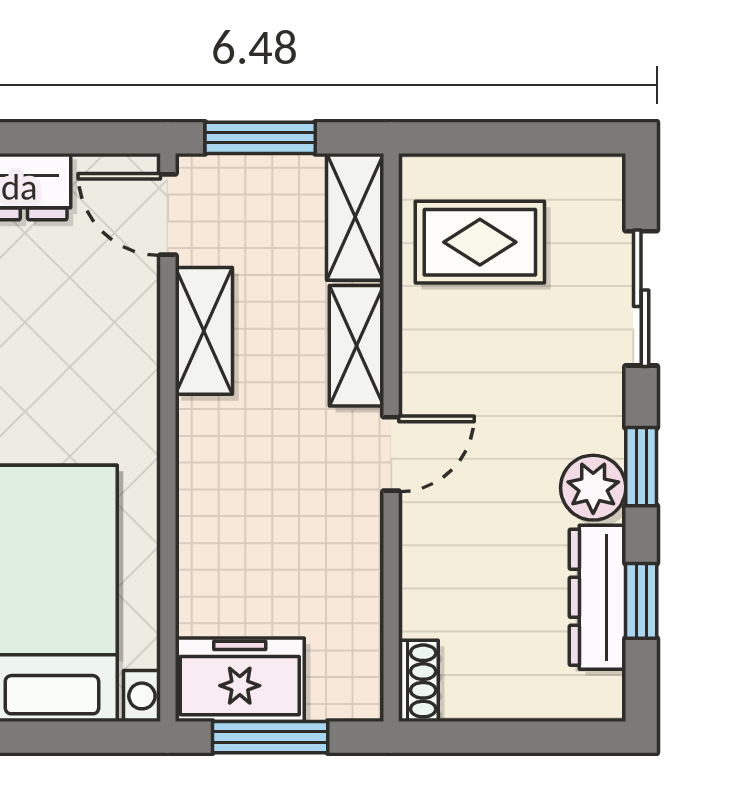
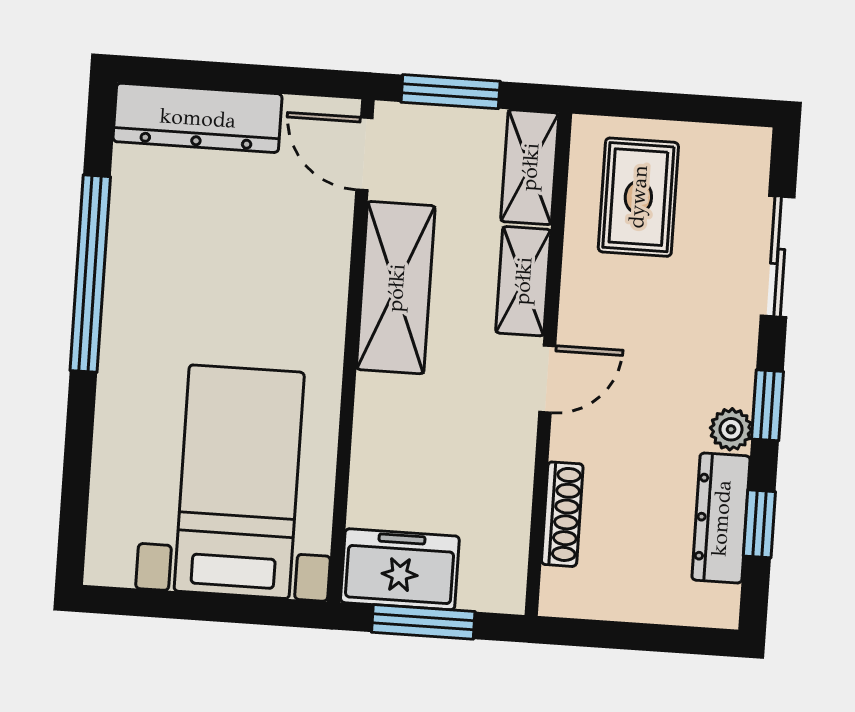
rug: (480, 242) -> (638, 197), turned 90
shelving: (204, 331) -> (396, 288), width x1.50, depth x1.33
plant: (593, 488) -> (731, 429), width x0.73, depth x0.73
shoe rack: (418, 681) -> (562, 514), moved, width x1.43

